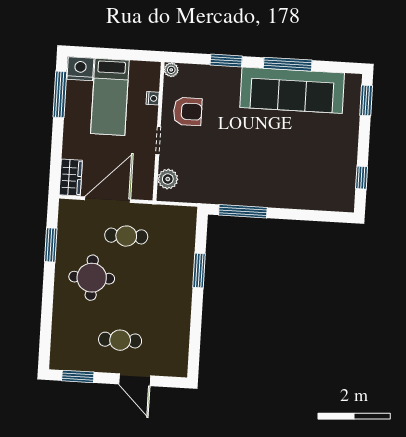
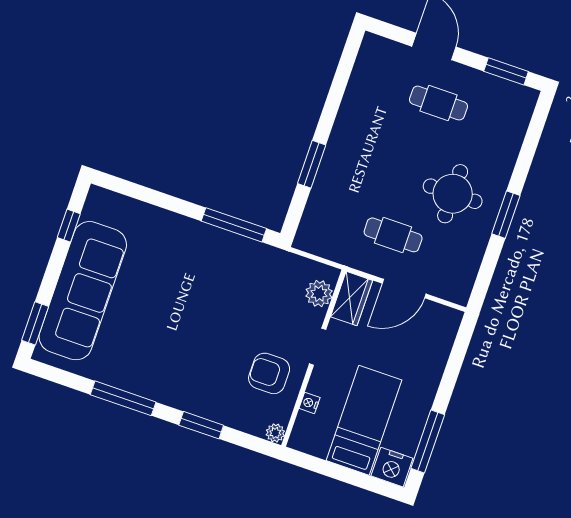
sofa: (292, 90) -> (83, 291), moved, turned 90
wardrobe: (71, 178) -> (352, 299), moved, turned 180
door: (108, 200) -> (404, 289), width x0.73
window: (51, 245) -> (506, 215), moved

